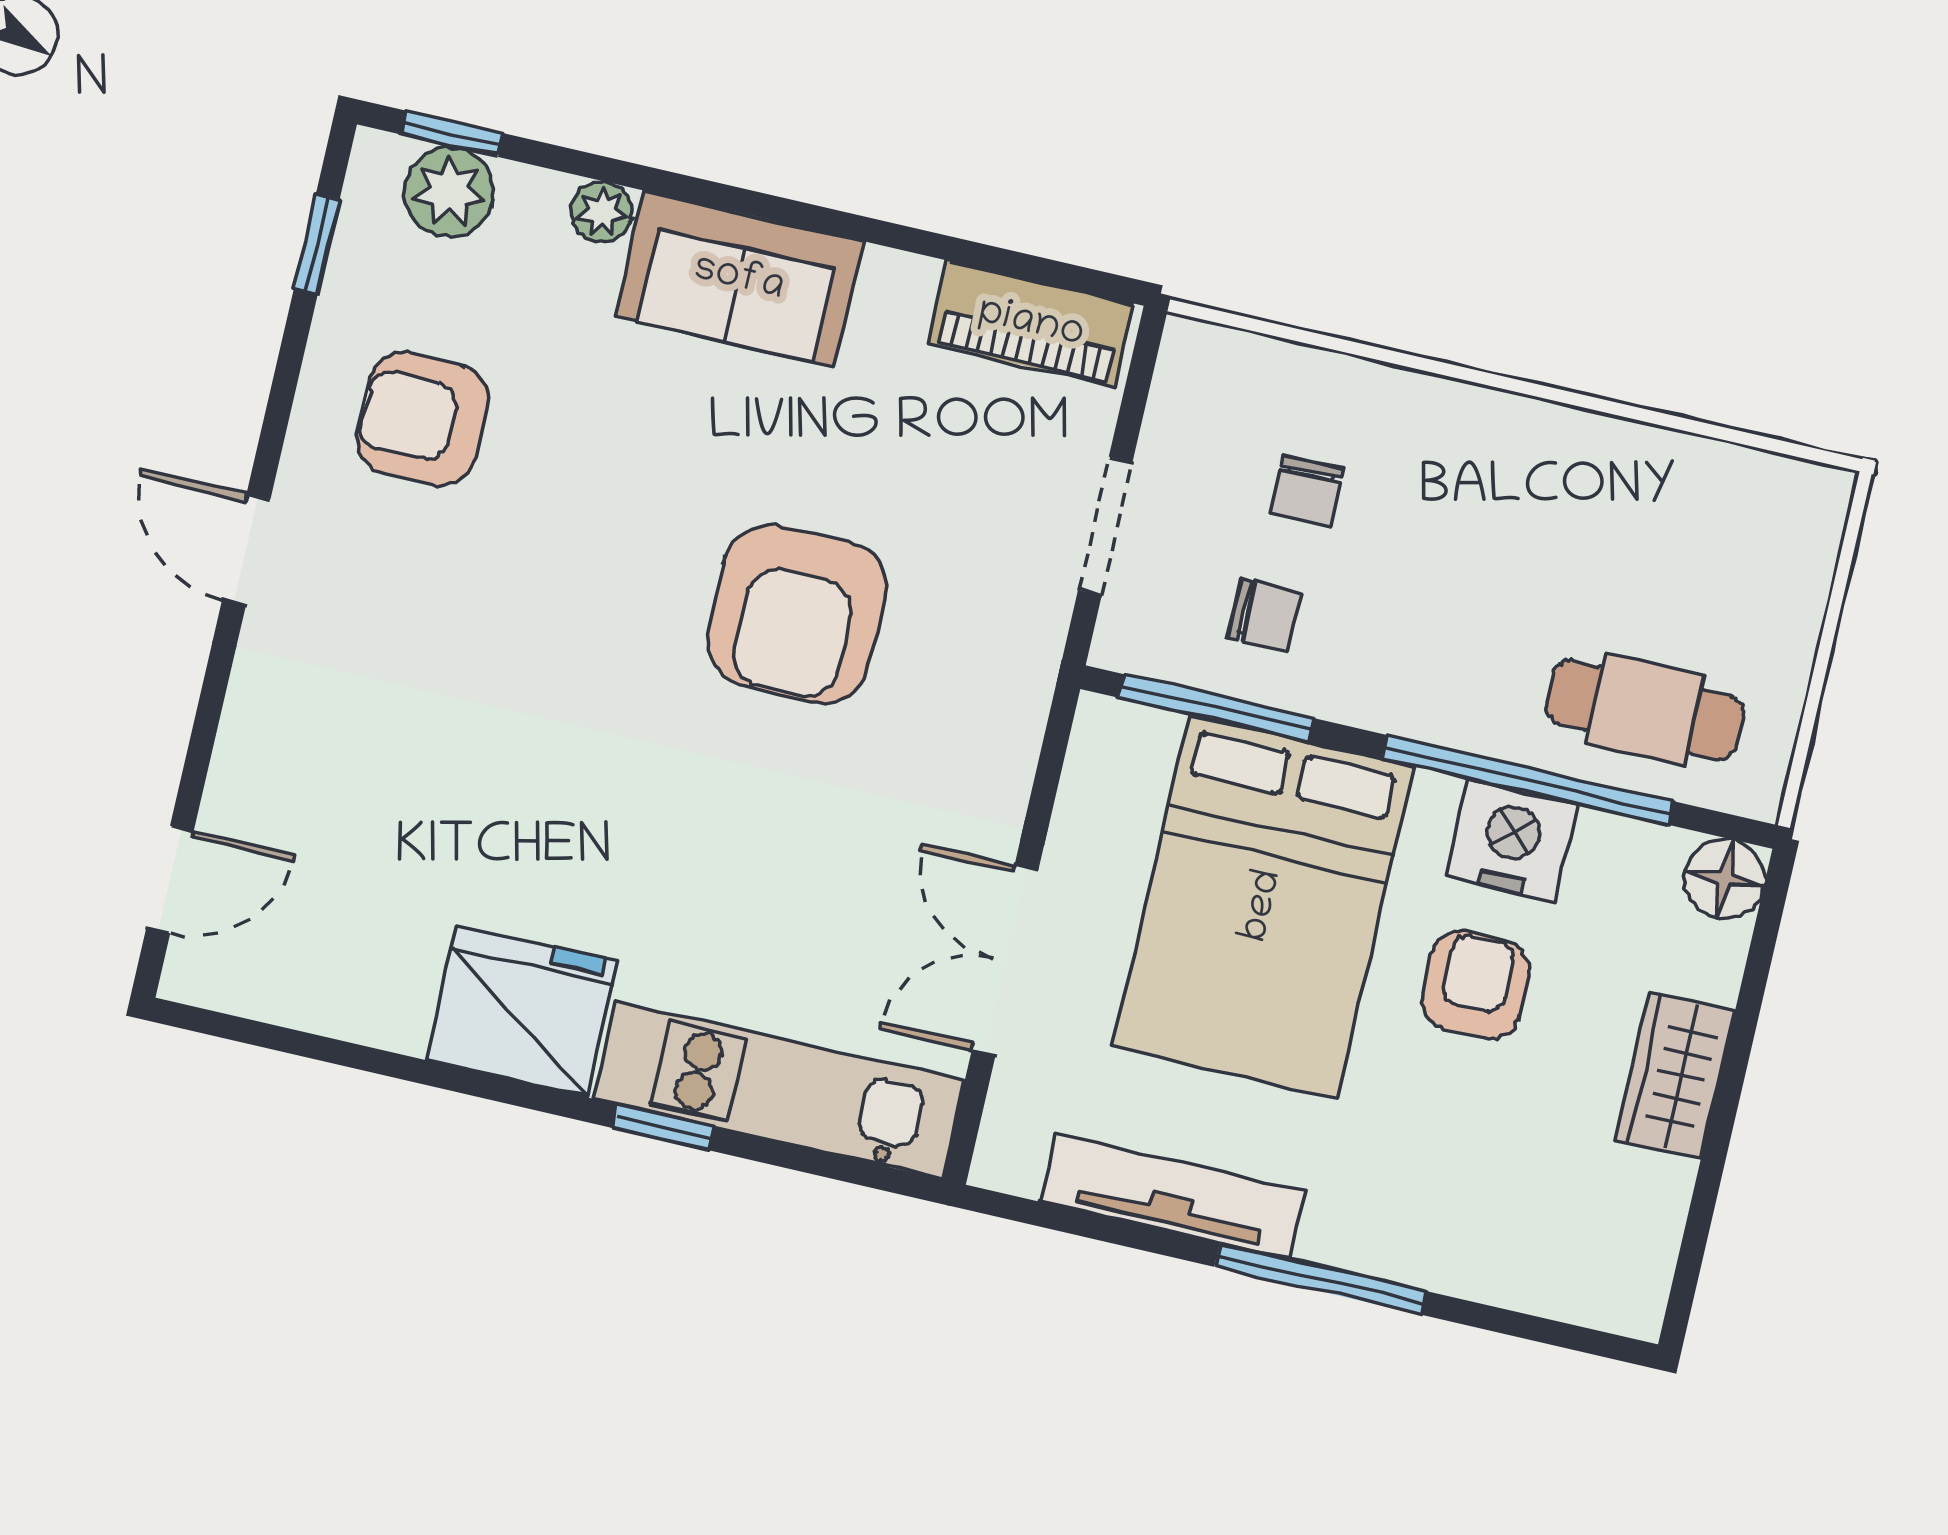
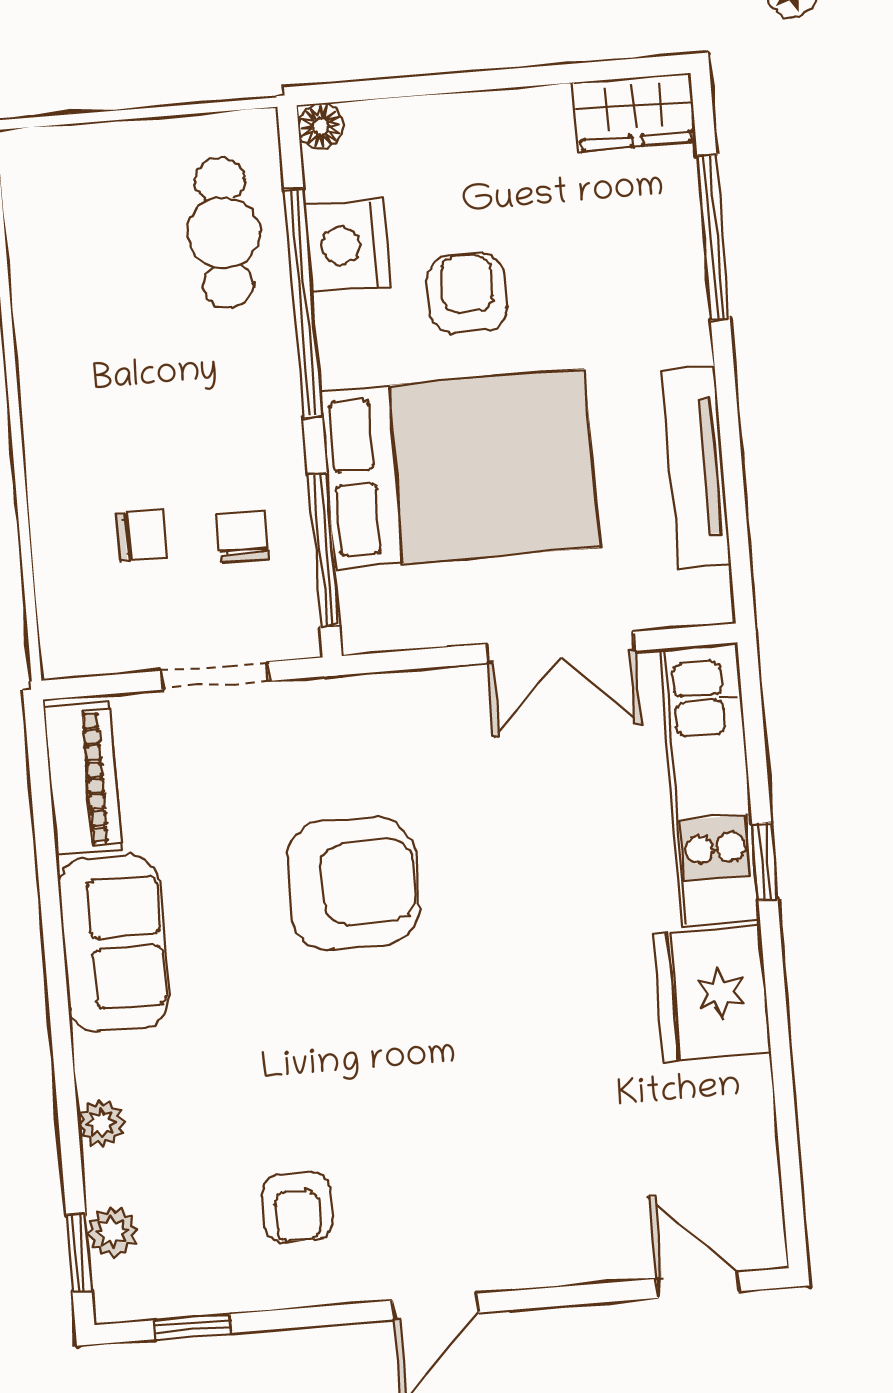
plant: (449, 192) -> (112, 1232), width x0.73, depth x0.73
sofa: (739, 279) -> (113, 943), moved
armchair: (422, 419) -> (297, 1207), width x0.72, depth x0.72
nightstand: (1511, 840) -> (347, 245), moved
floor lamp: (1724, 879) -> (321, 126), width x0.73, depth x0.73
armchair: (1475, 985) -> (468, 293), turned 90
wardrobe: (1675, 1075) -> (634, 112), moved
window: (1320, 1279) -> (714, 237), moved

